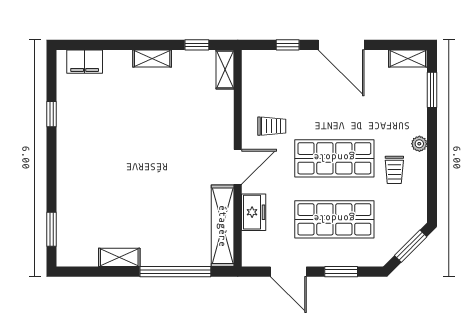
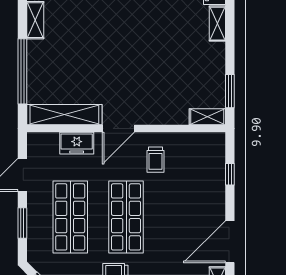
window: (197, 45) -> (230, 91), width x1.50
door: (341, 45) -> (230, 242), moved
shelving: (152, 59) -> (217, 24), moved
door: (238, 167) -> (118, 129), hinge flipped

